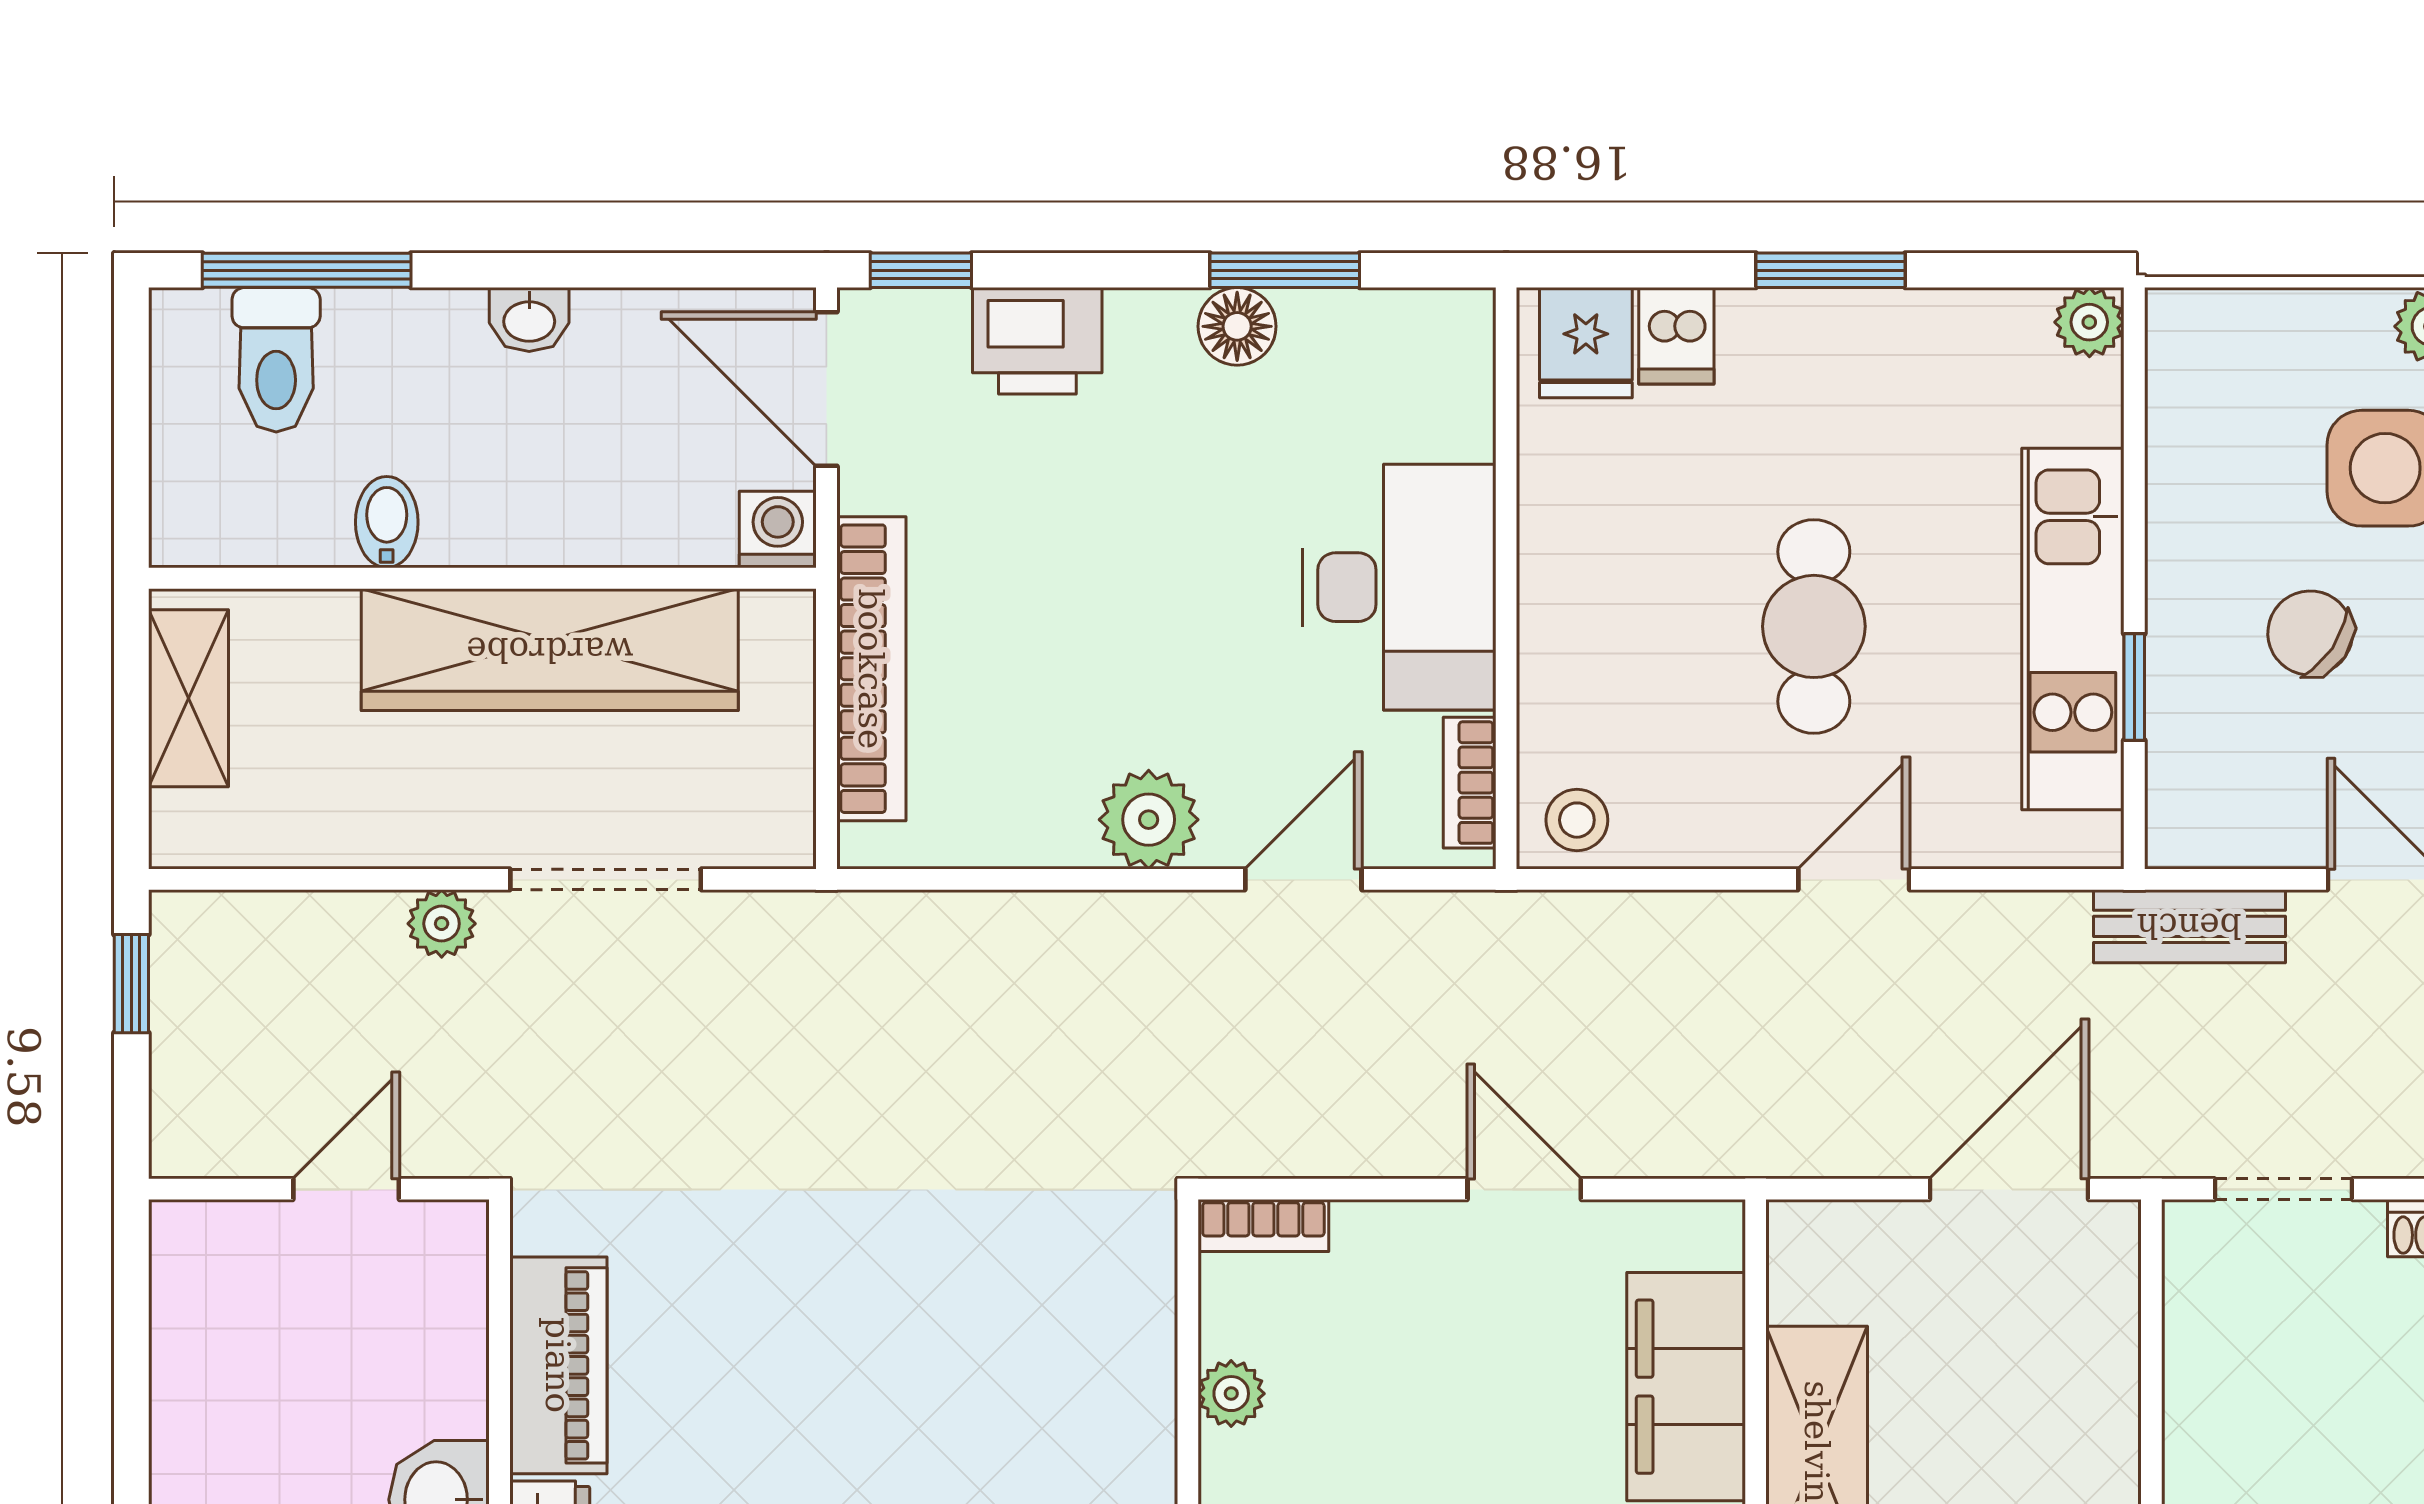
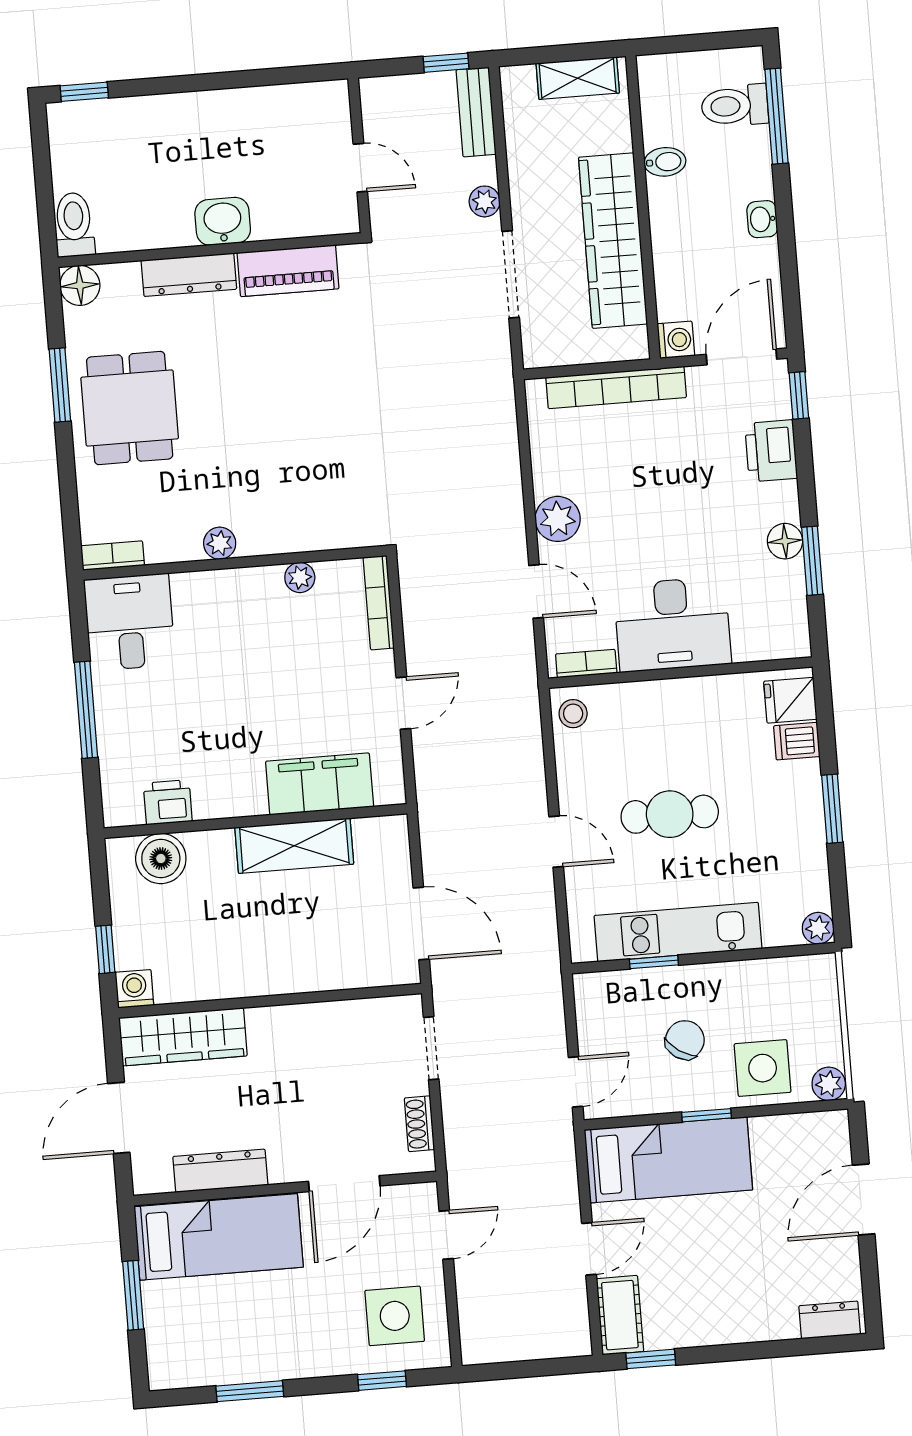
bench: (2189, 926) -> (476, 112), moved
bookcase: (1263, 1226) -> (379, 603), width x1.56

